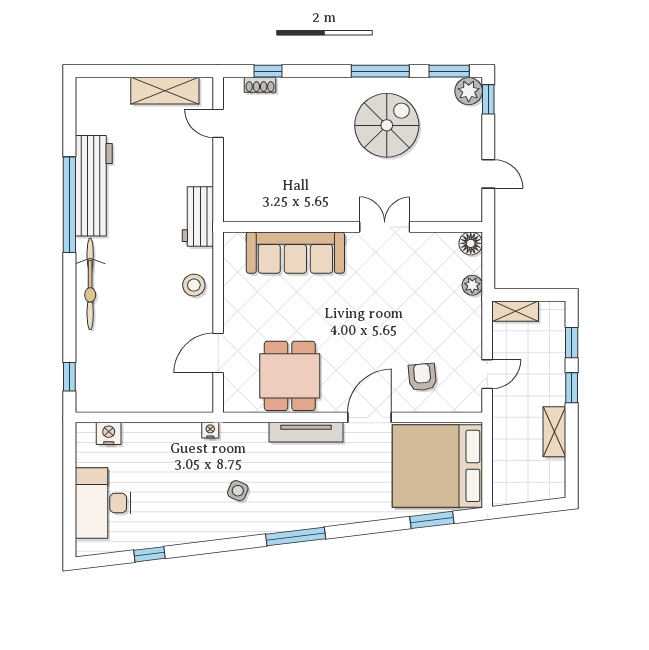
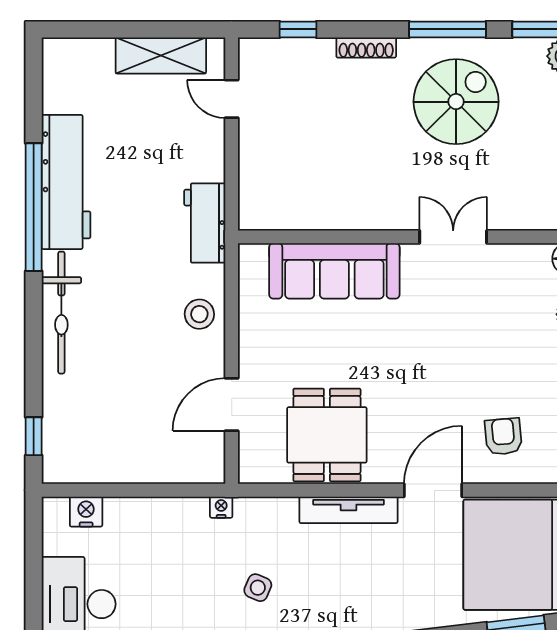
shoe rack: (260, 85) -> (366, 48), moved, width x1.43

